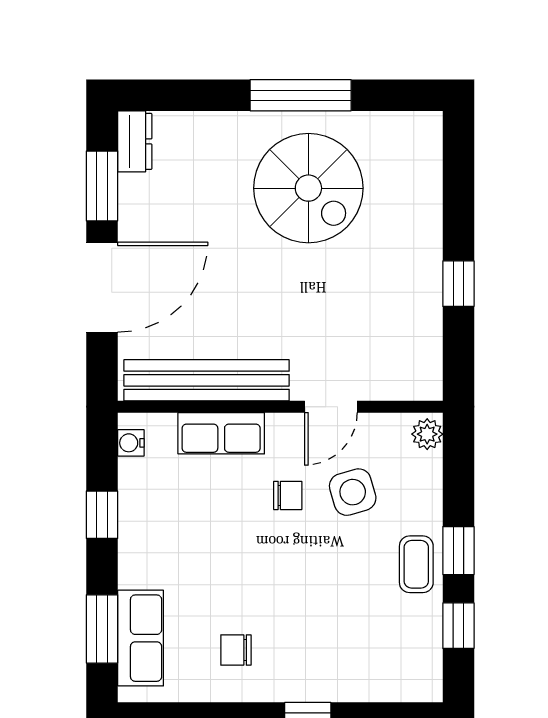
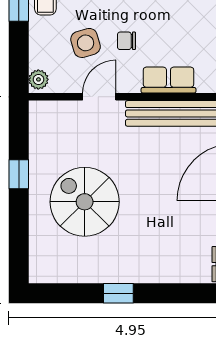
window: (301, 95) -> (118, 293), width x0.46
spiral stairs: (308, 188) -> (85, 202), moved

